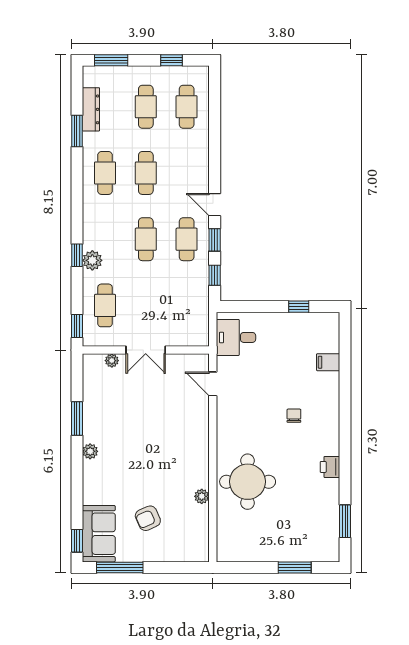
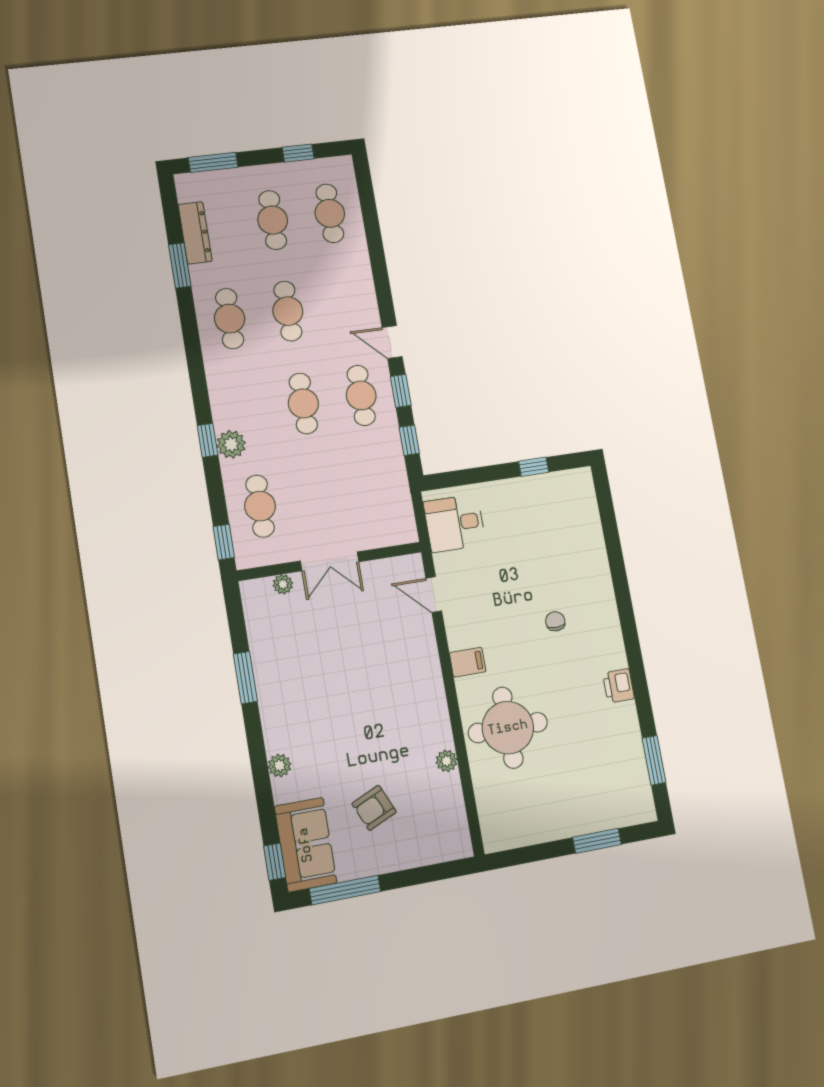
filing cabinet: (328, 362) -> (468, 662), moved, turned 180
plant: (90, 451) -> (279, 765), moved

